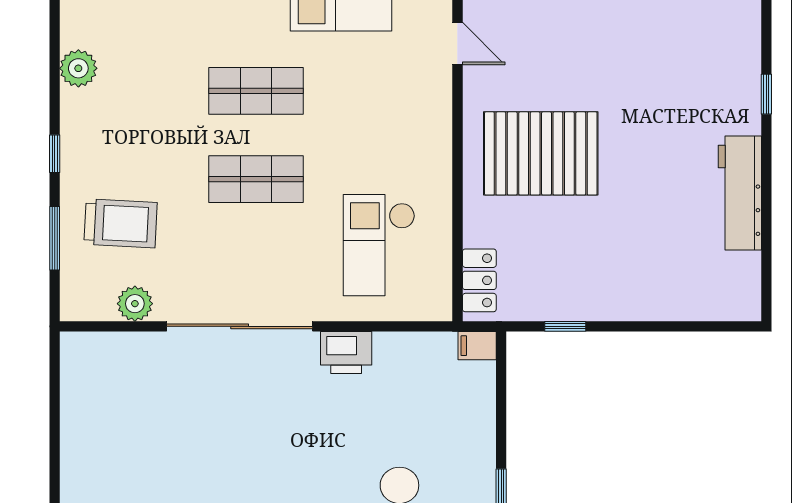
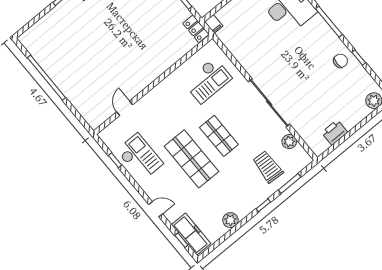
shop shelf: (256, 91) -> (191, 159), width x1.43, depth x1.36
pallet: (541, 153) -> (137, 54), removed
locker: (479, 280) -> (196, 29), moved, turned -90
printer: (346, 352) -> (335, 132), moved, turned -90

